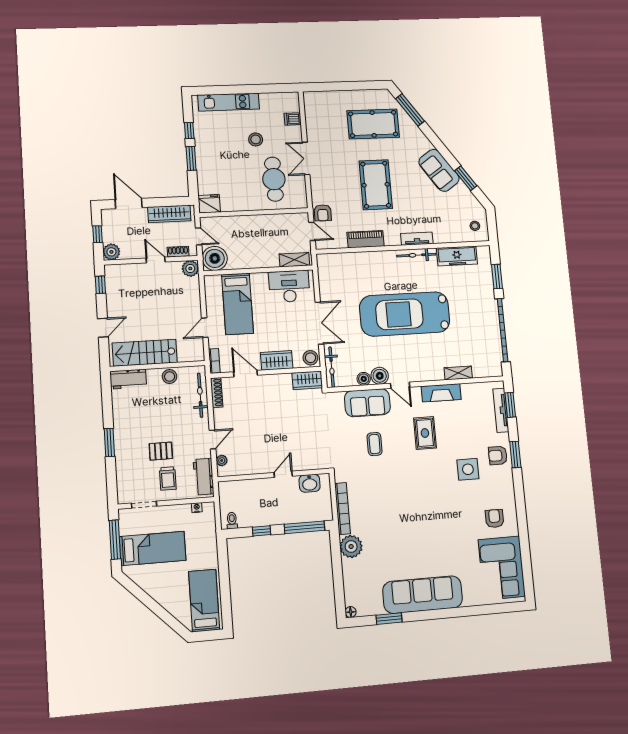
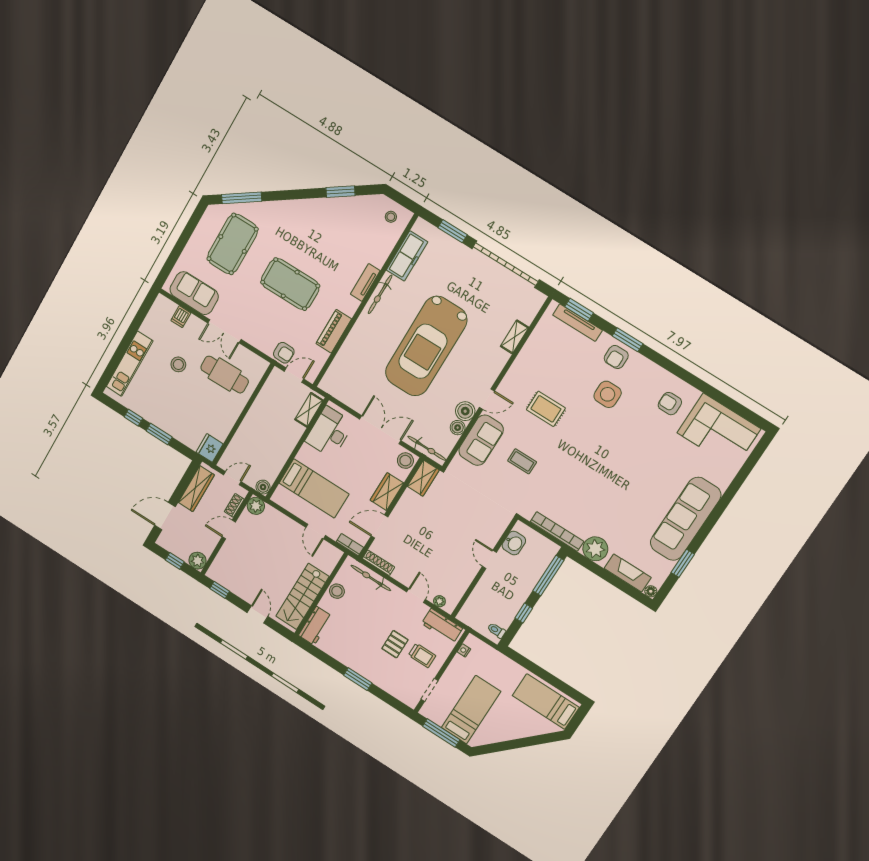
sofa: (439, 170) -> (194, 293), moved, turned -145
boiler: (215, 258) -> (263, 487), width x0.54, depth x0.54
fireplace: (441, 393) -> (628, 573), moved, turned -90

